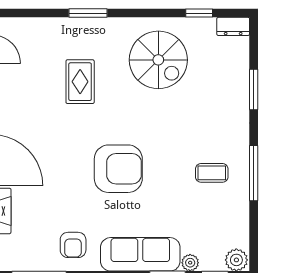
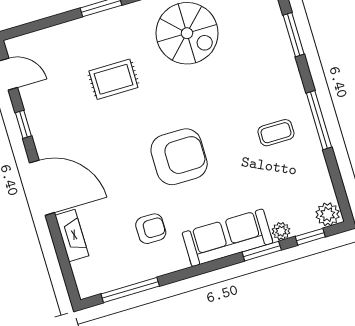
rug: (80, 82) -> (113, 79), turned 90
armchair: (73, 245) -> (151, 229), moved, turned -90

